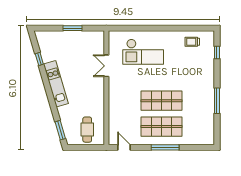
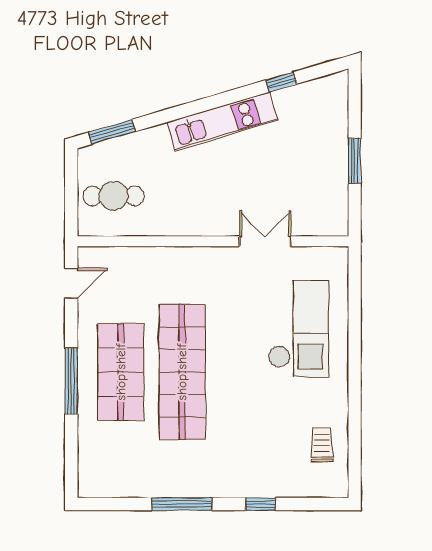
checkout: (143, 52) -> (298, 329), turned 180
window: (217, 53) -> (261, 504), moved
shop shelf: (161, 101) -> (182, 372), width x1.40

